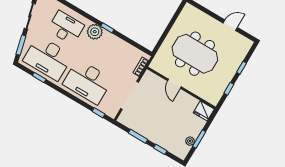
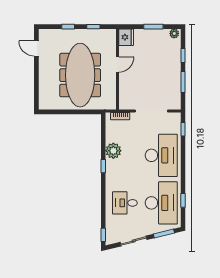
door: (230, 25) -> (36, 48), moved
desk: (66, 28) -> (125, 203), width x0.73
plant: (95, 32) -> (113, 151), moved
meeting table: (195, 54) -> (80, 75), width x1.36
door: (174, 84) -> (117, 65), moved
plant: (190, 141) -> (174, 33), moved

